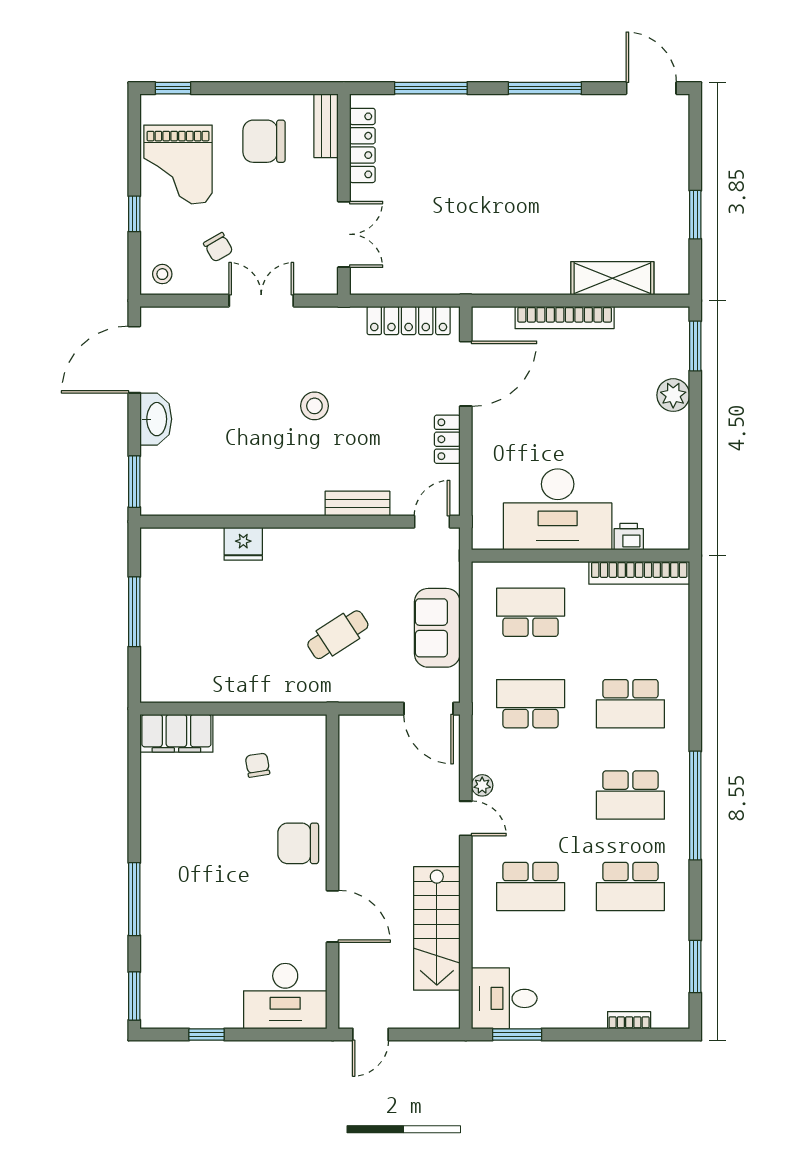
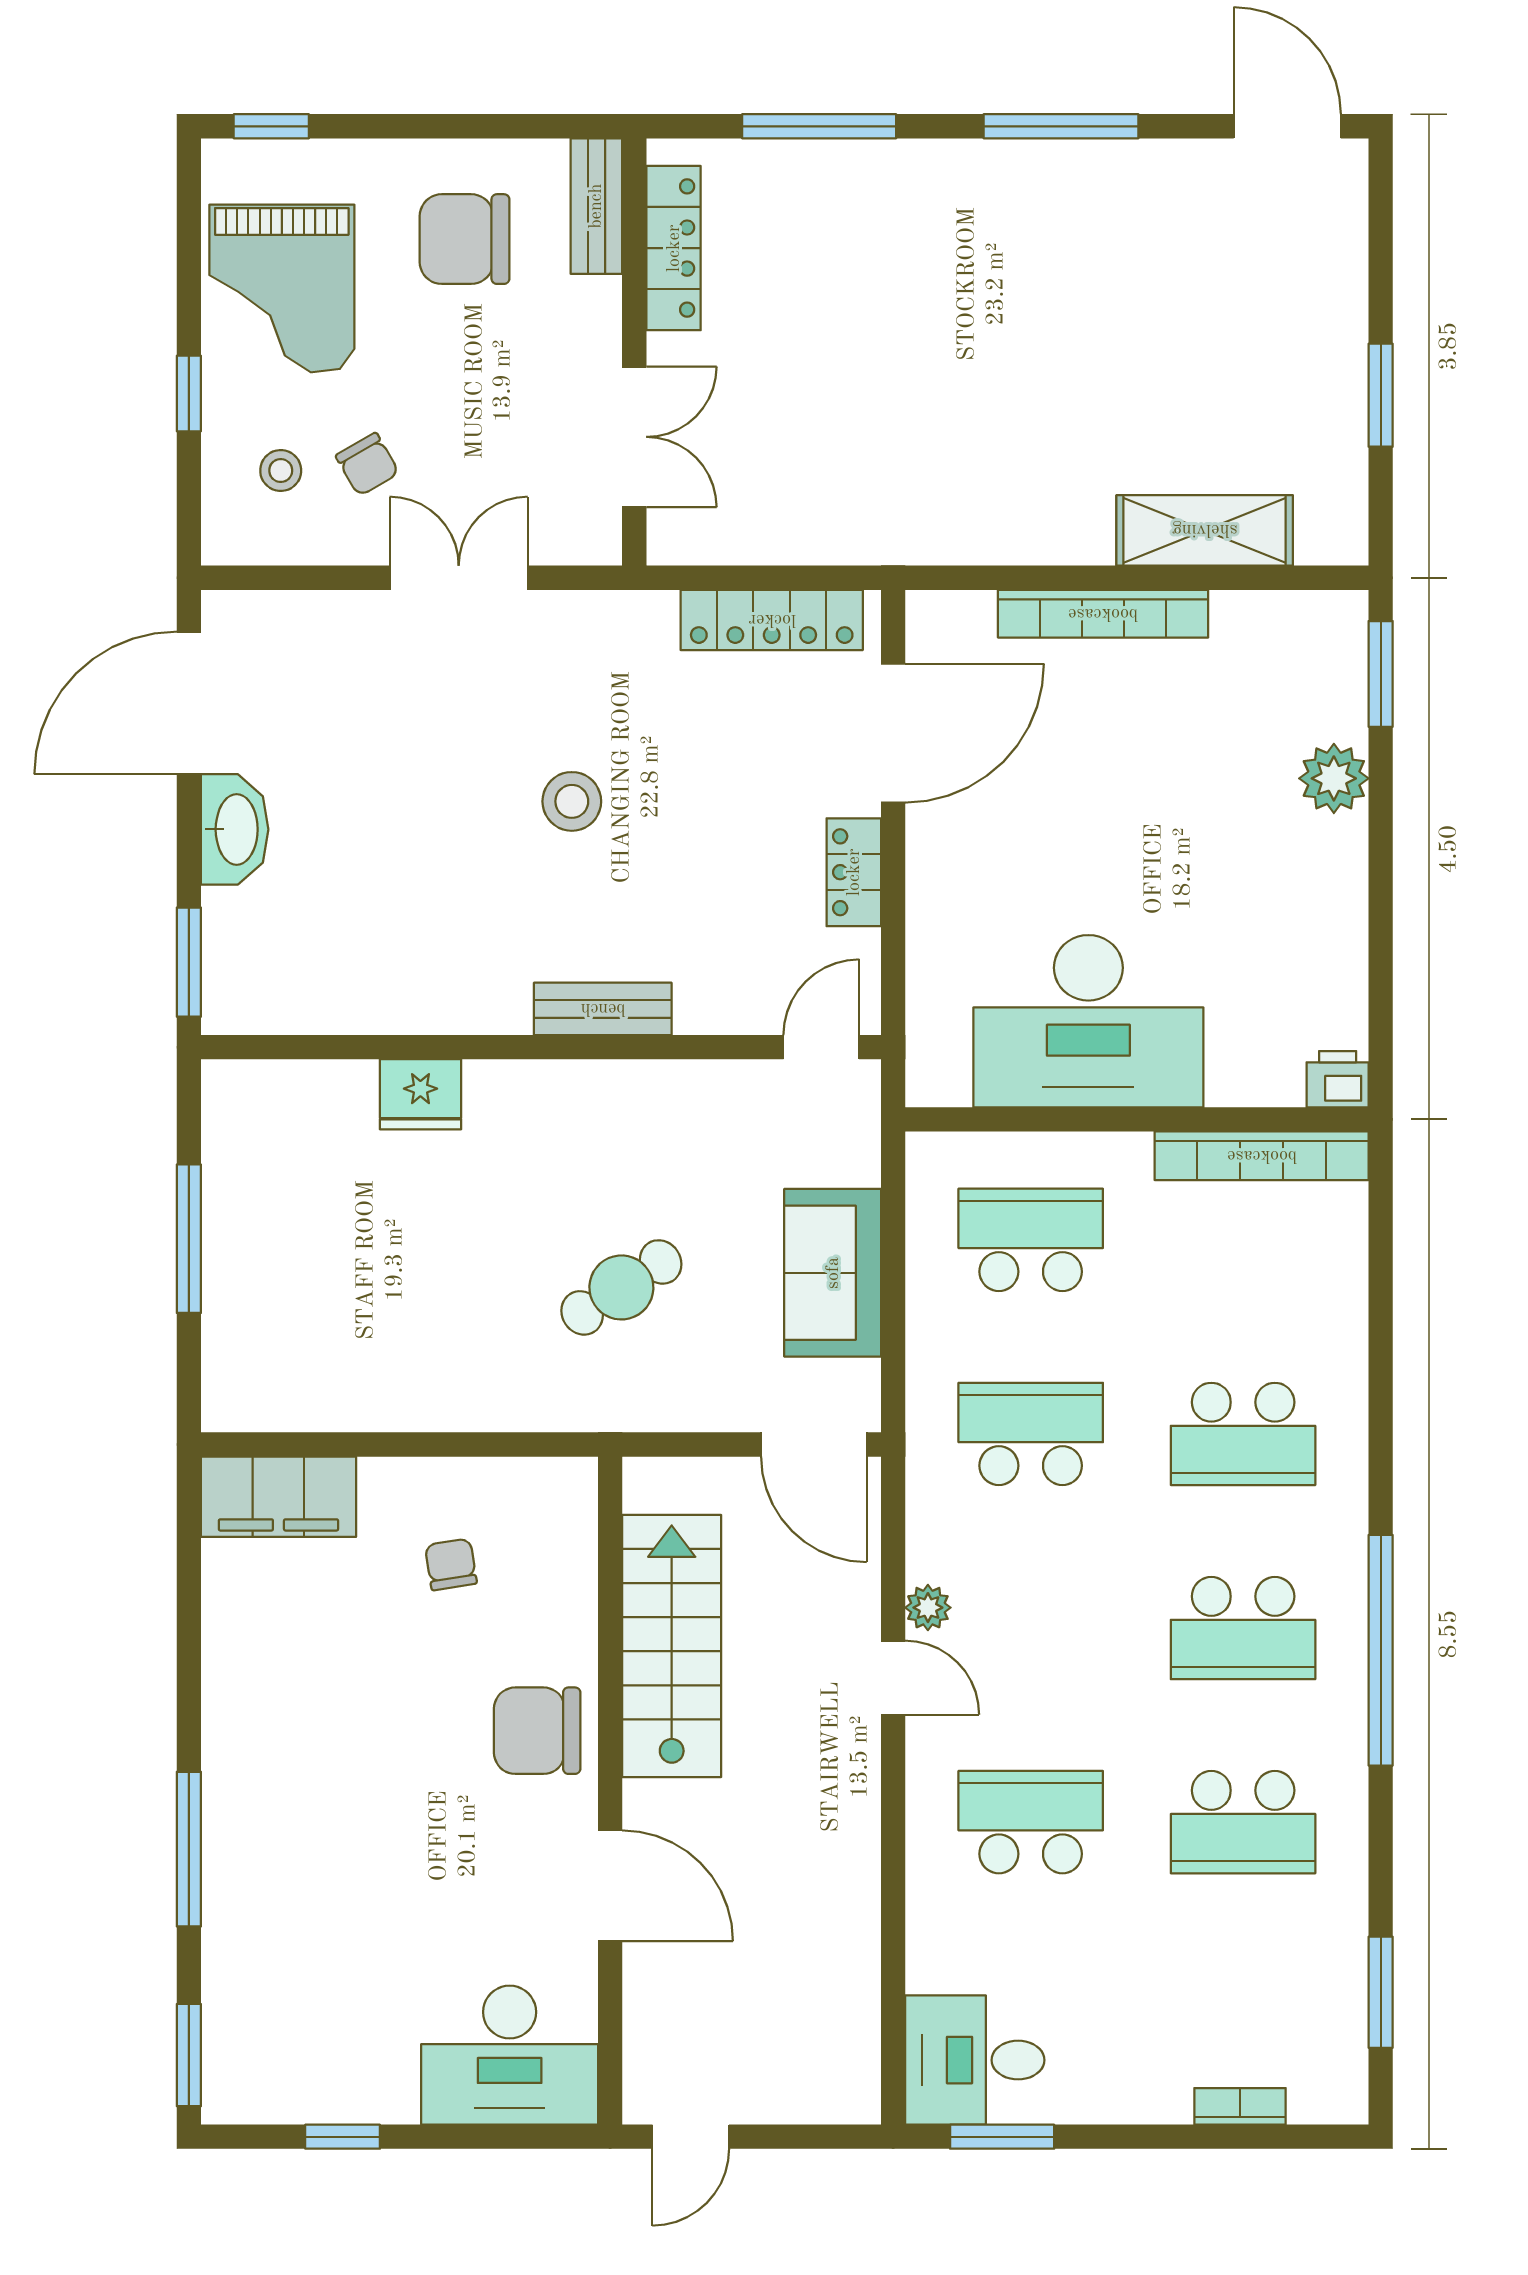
stool: (162, 274) -> (281, 470), moved
bench: (357, 504) -> (603, 1009), moved
printer: (629, 537) -> (1338, 1079), moved
school desk: (531, 886) -> (1031, 1822), turned 180
stairs: (437, 928) -> (672, 1646), moved, turned 180

